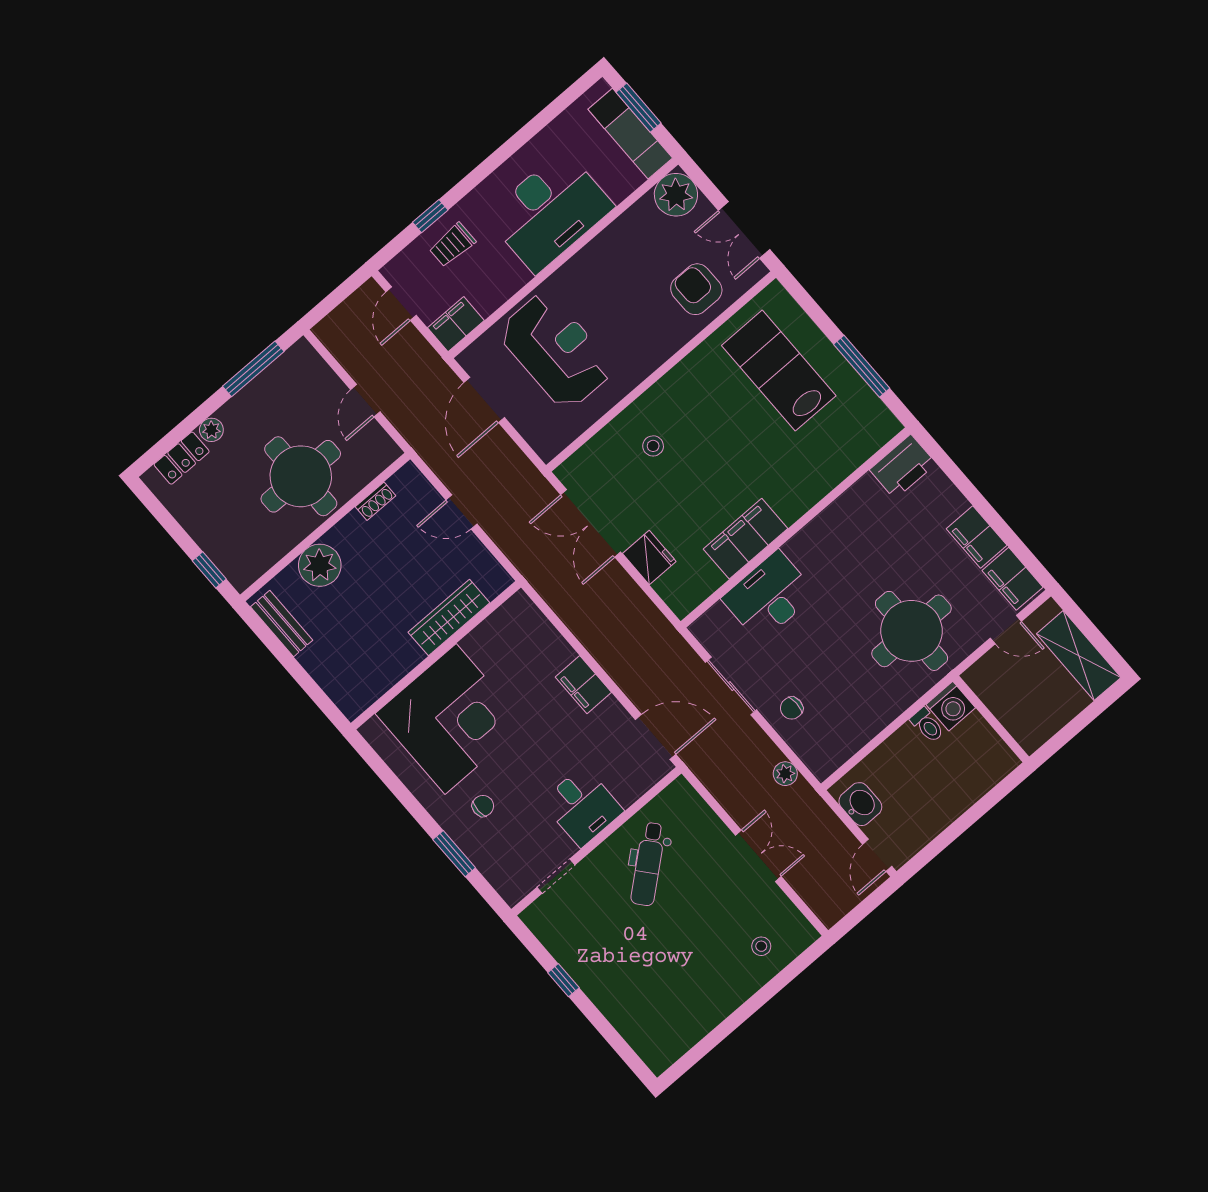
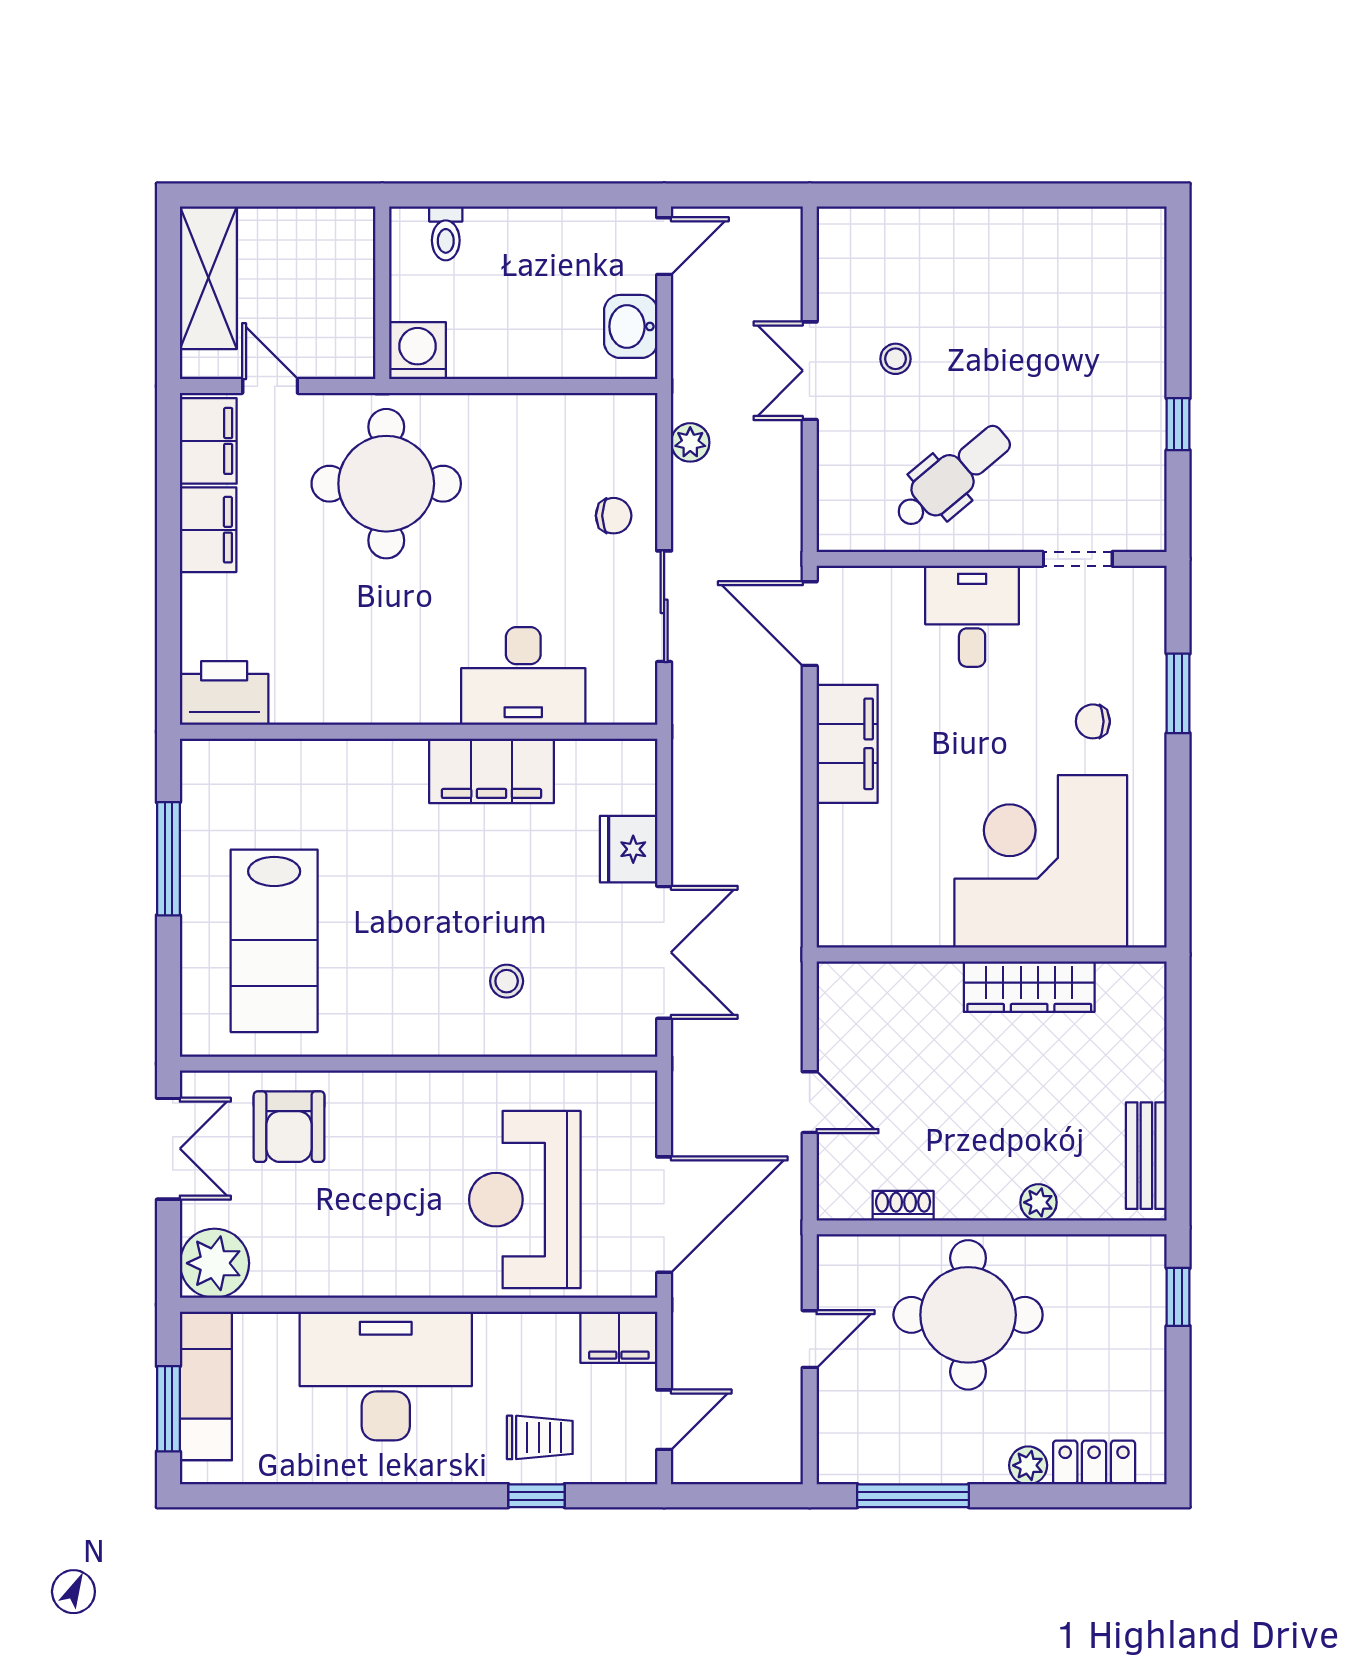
door: (484, 400) -> (664, 1215), width x1.36
plant: (320, 565) -> (1038, 1202), width x0.53, depth x0.53
wardrobe: (449, 618) -> (1029, 987), moved
filing cabinet: (583, 685) -> (847, 744), width x1.50, depth x1.17
toilet: (927, 725) -> (446, 233), moved, turned 180
stool: (761, 946) -> (895, 359), moved

